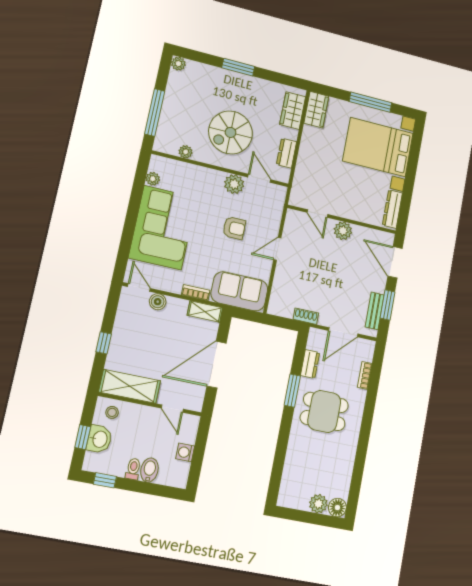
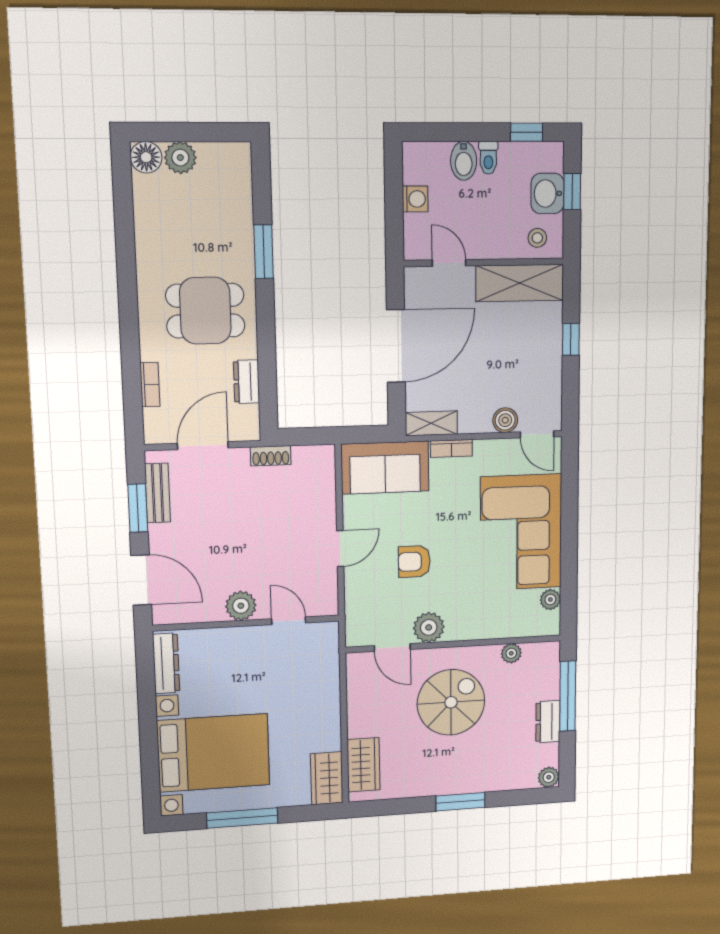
dresser: (287, 153) -> (548, 722), moved, turned 180
window: (292, 391) -> (264, 252), moved

